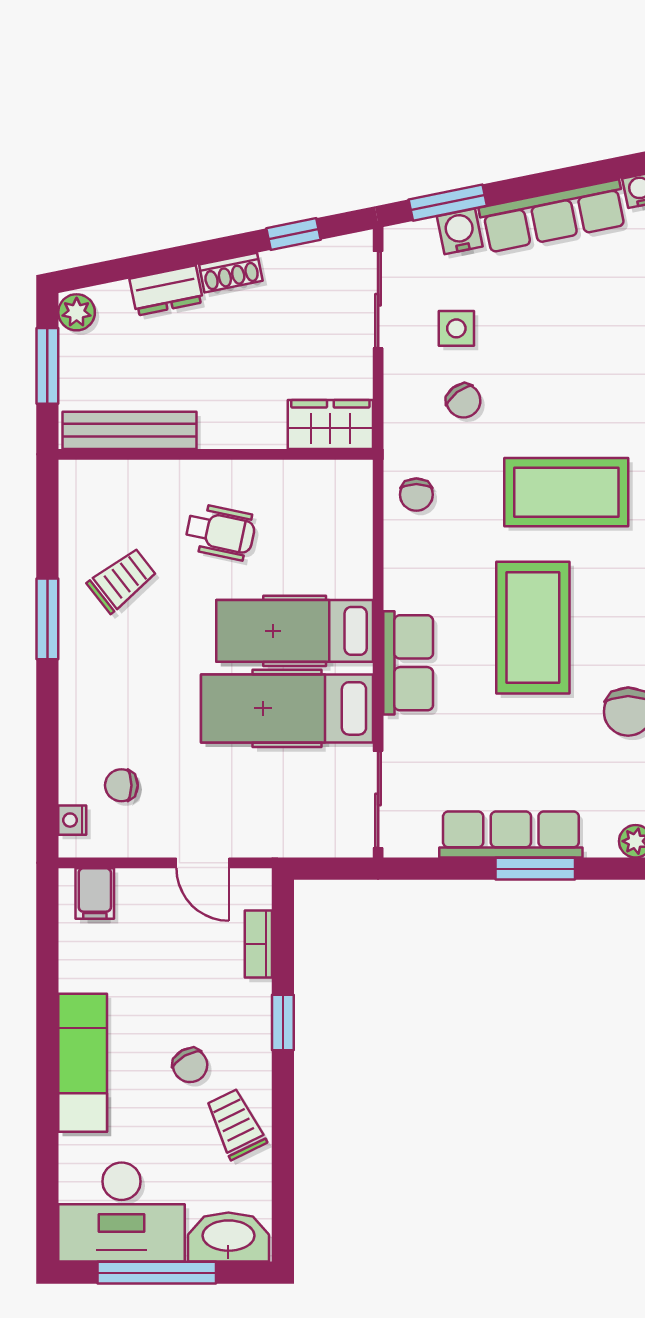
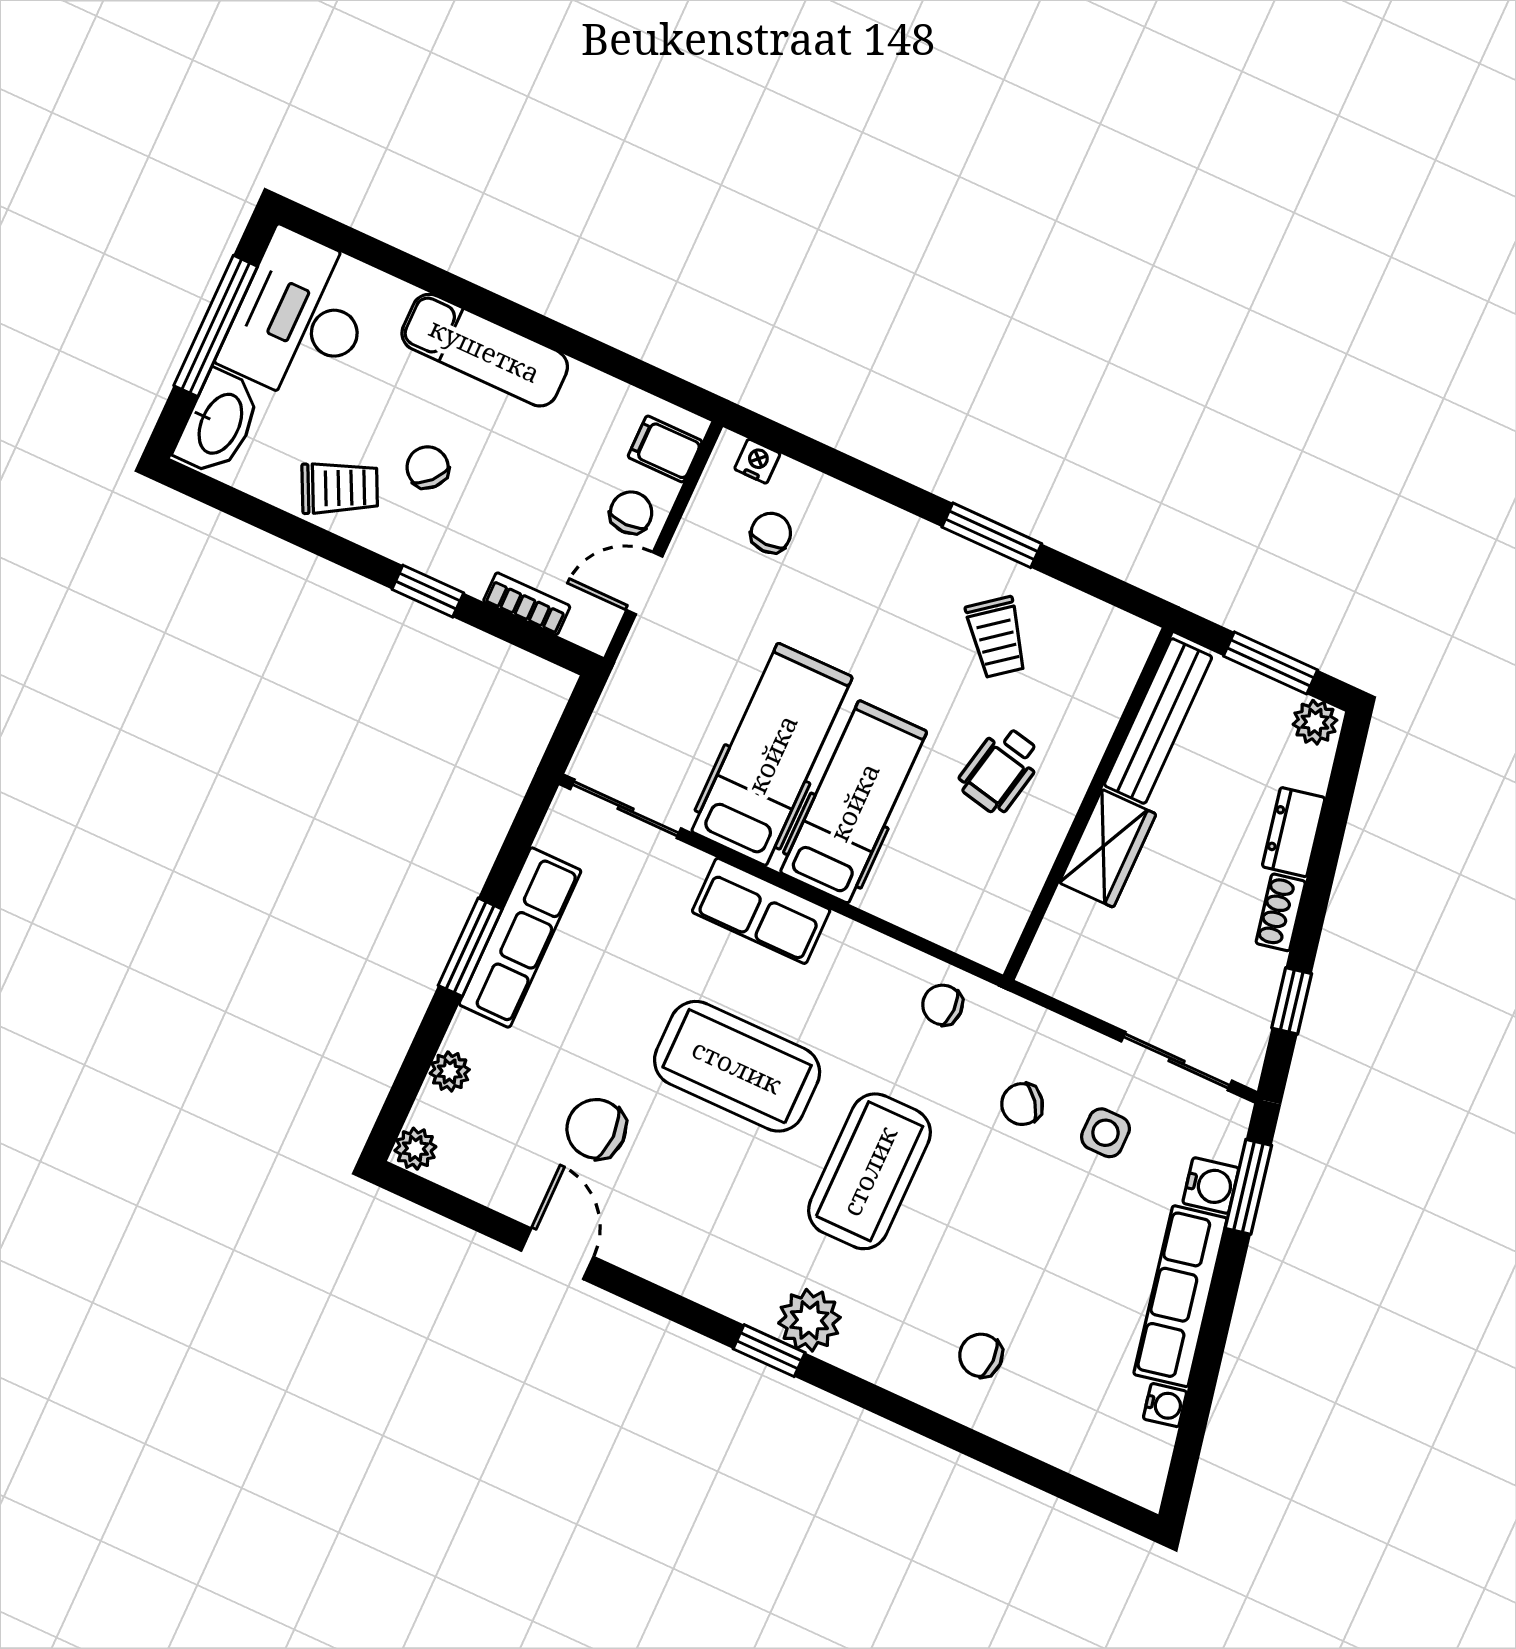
wardrobe: (330, 424) -> (1108, 848), moved
chair: (154, 897) -> (631, 513), added
chair: (190, 1065) -> (428, 467), turned 72

